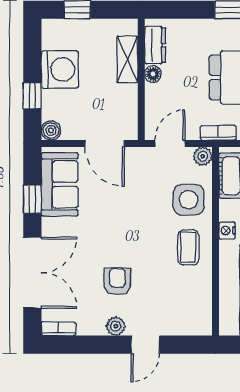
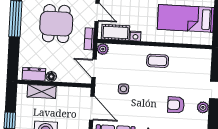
door: (105, 143) -> (92, 108), hinge flipped
side table: (189, 200) -> (123, 89), moved, width x0.54, depth x0.54
nightstand: (227, 231) -> (135, 36), moved

